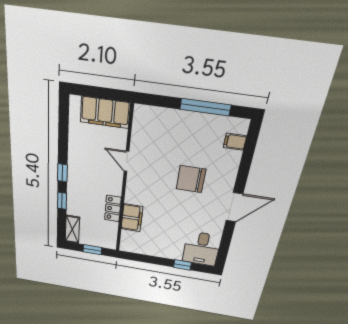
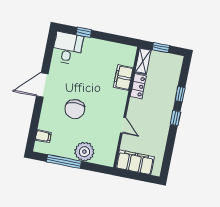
plant: (176, 123) -> (84, 152), added
chair: (191, 179) -> (75, 109), turned 90
shelving: (72, 229) -> (143, 61), moved

